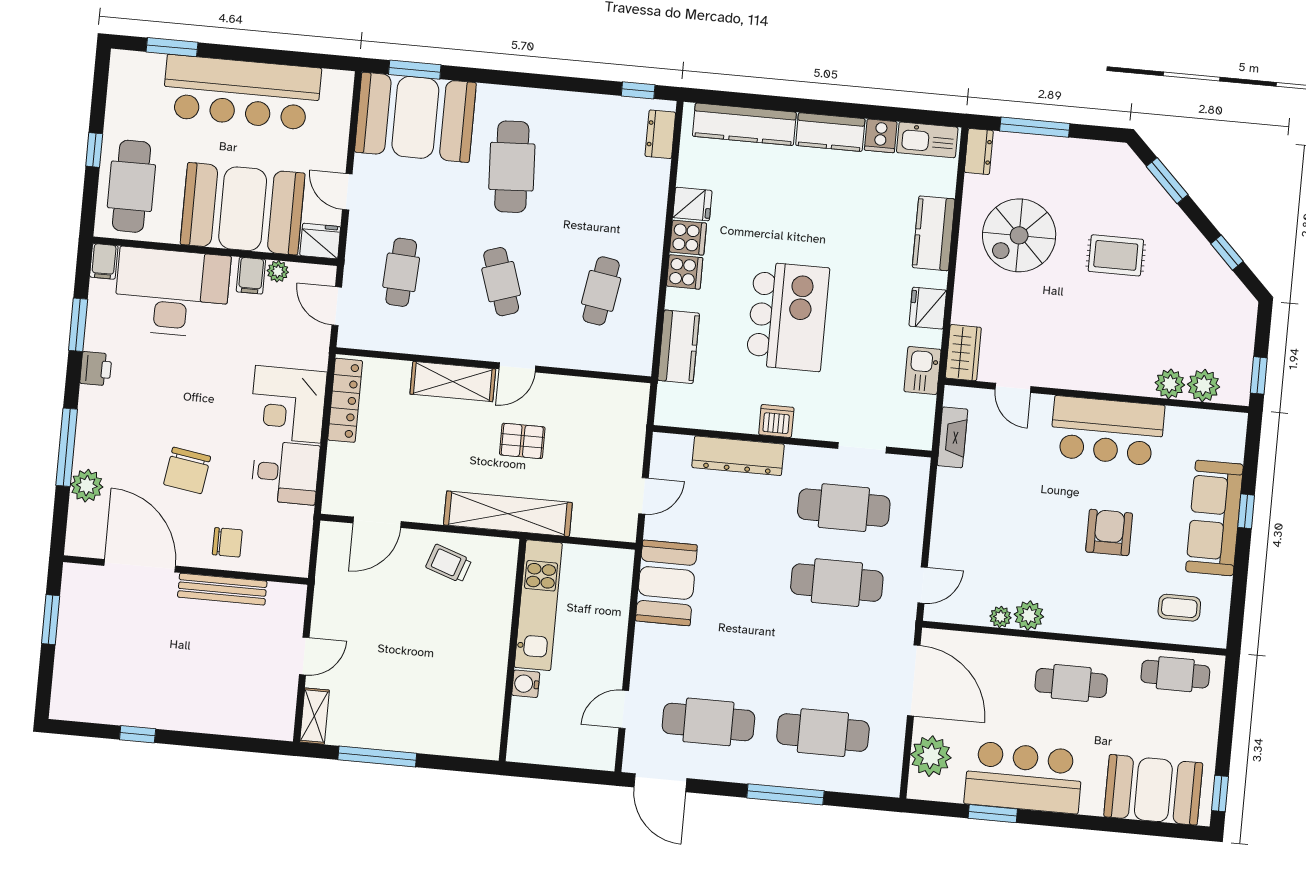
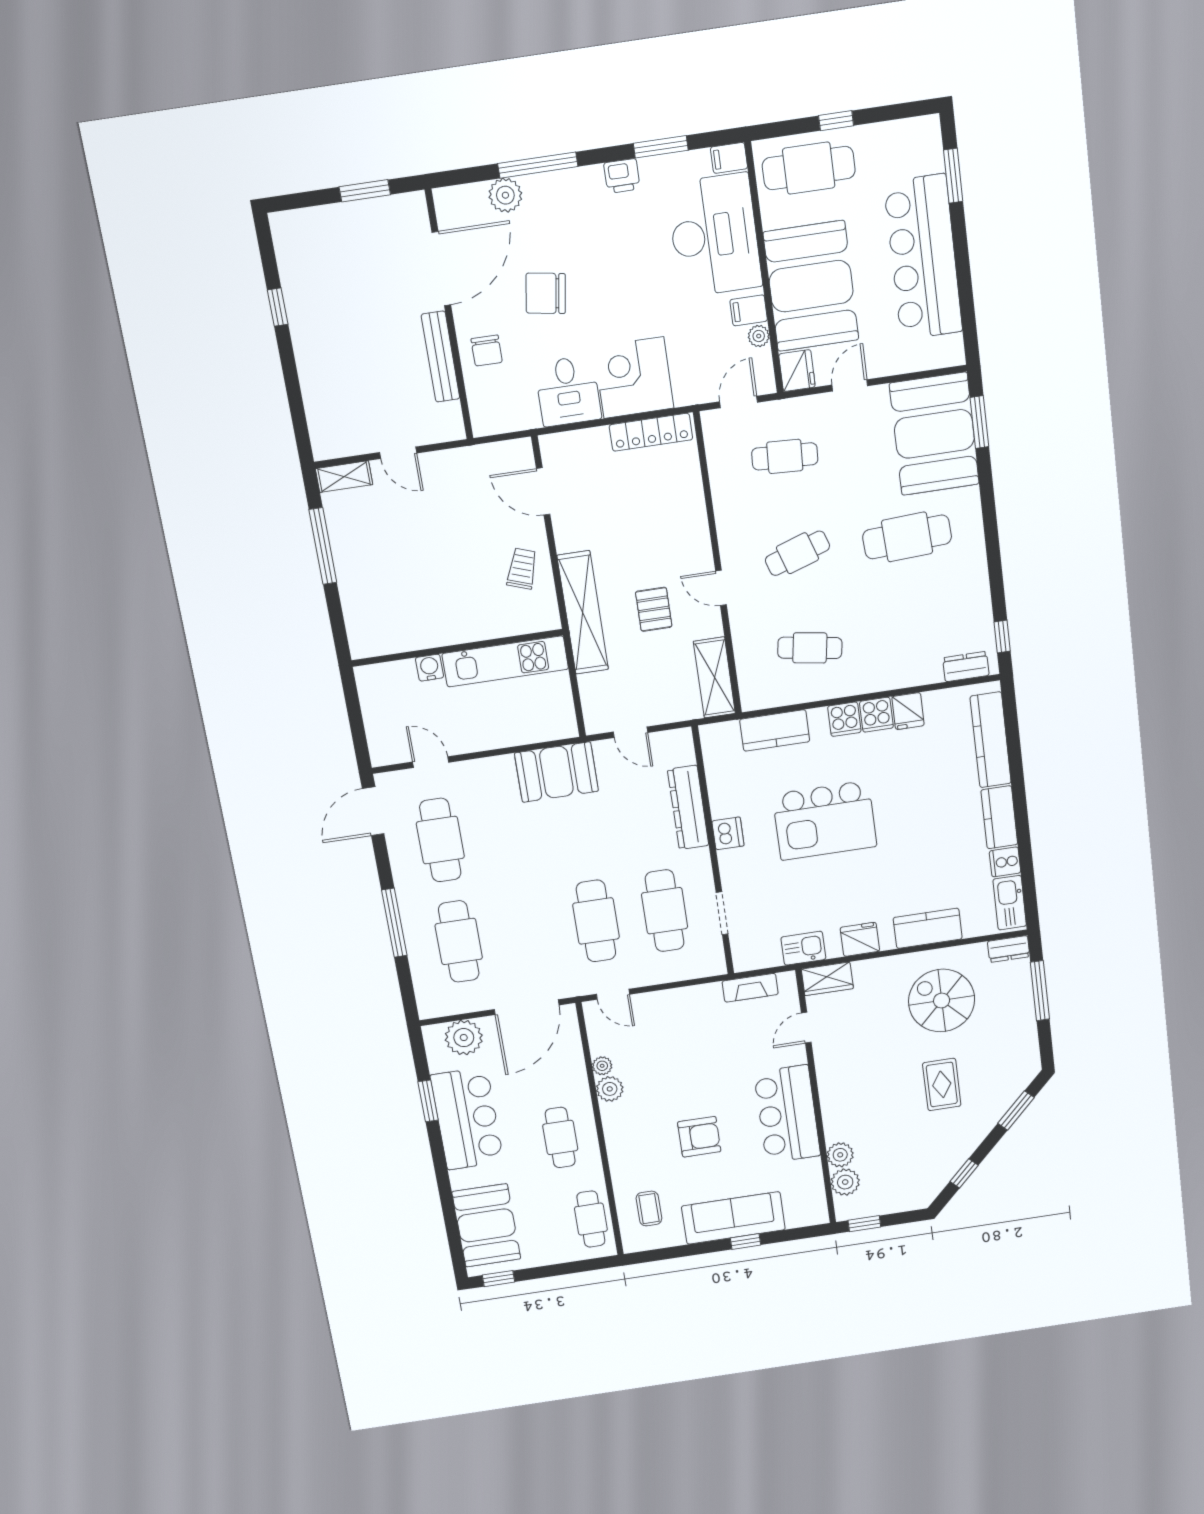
shelving: (453, 382) -> (714, 677), moved

